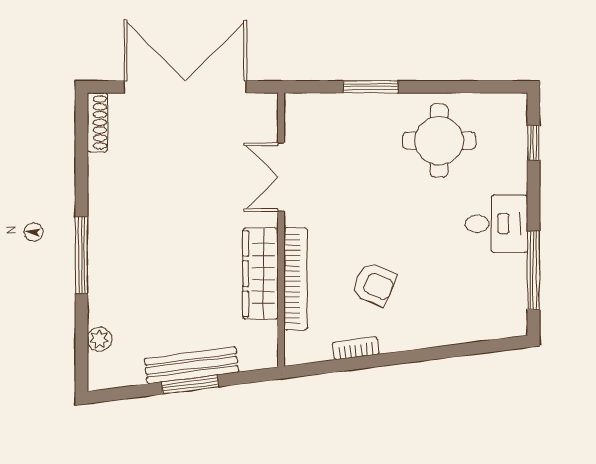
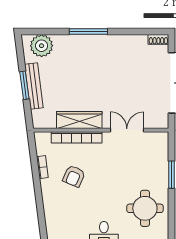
shoe rack: (97, 122) -> (158, 39), width x0.70
plant: (99, 339) -> (42, 46), width x1.88, depth x1.88

